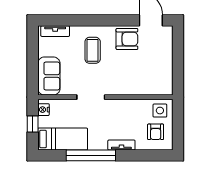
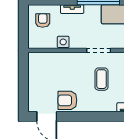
coffee table: (93, 50) -> (101, 79), moved
side table: (160, 111) -> (63, 42), moved

